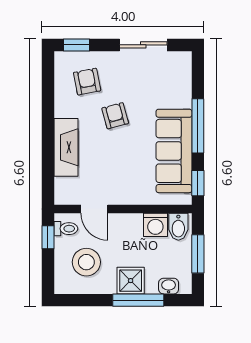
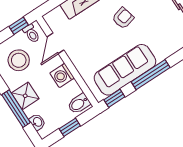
washing machine: (155, 225) -> (62, 75), moved
window: (198, 254) -> (70, 127), width x0.67

